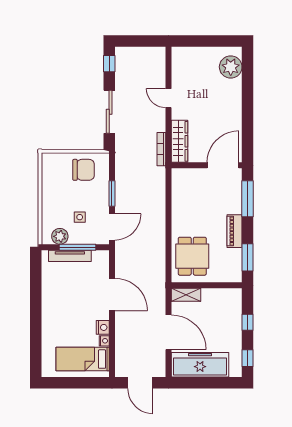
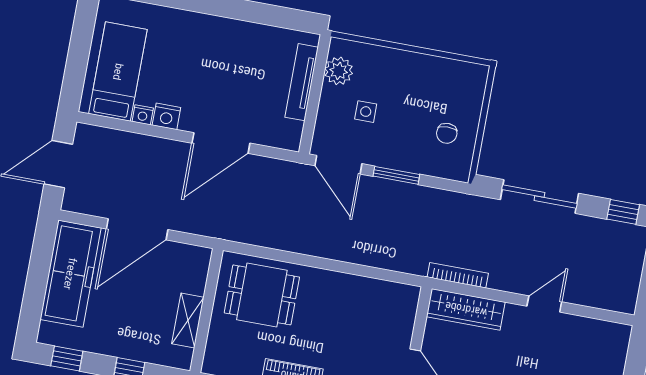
chair: (83, 170) -> (447, 133), width x0.54, depth x0.54
window: (77, 247) -> (314, 98), removed
shelving: (186, 295) -> (188, 321), moved

